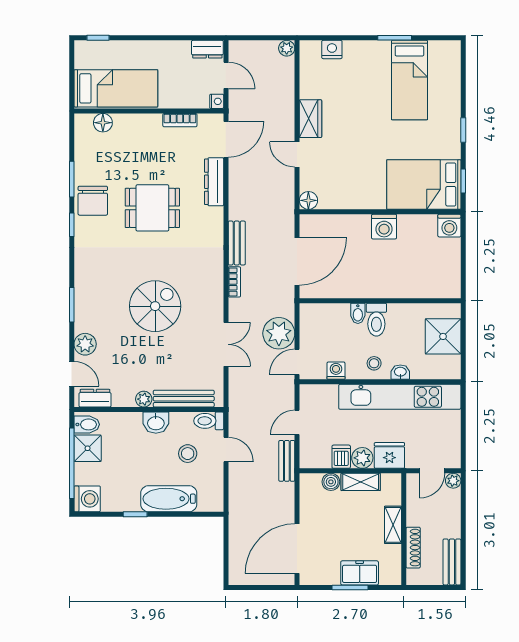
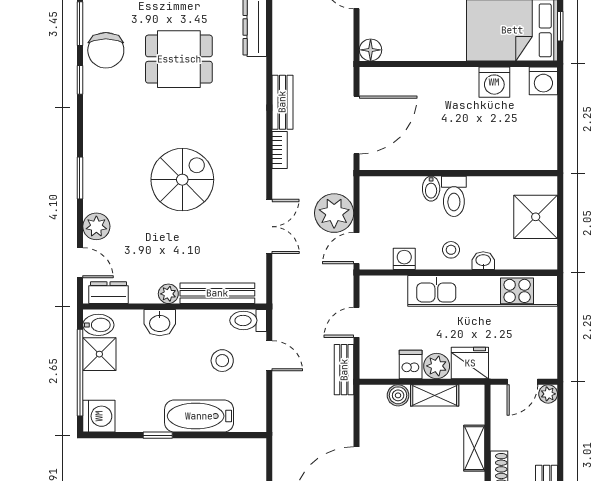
washing machine: (384, 227) -> (494, 82), moved
washbasin: (156, 423) -> (160, 323), moved

